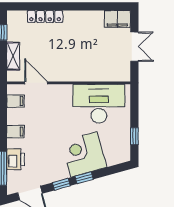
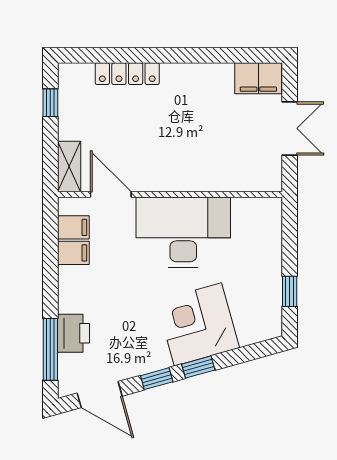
shelving: (13, 56) -> (69, 167), moved
desk: (99, 104) -> (183, 232), moved
filing cabinet: (15, 132) -> (73, 253), moved

